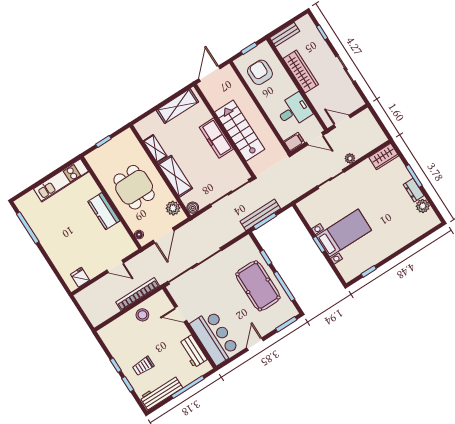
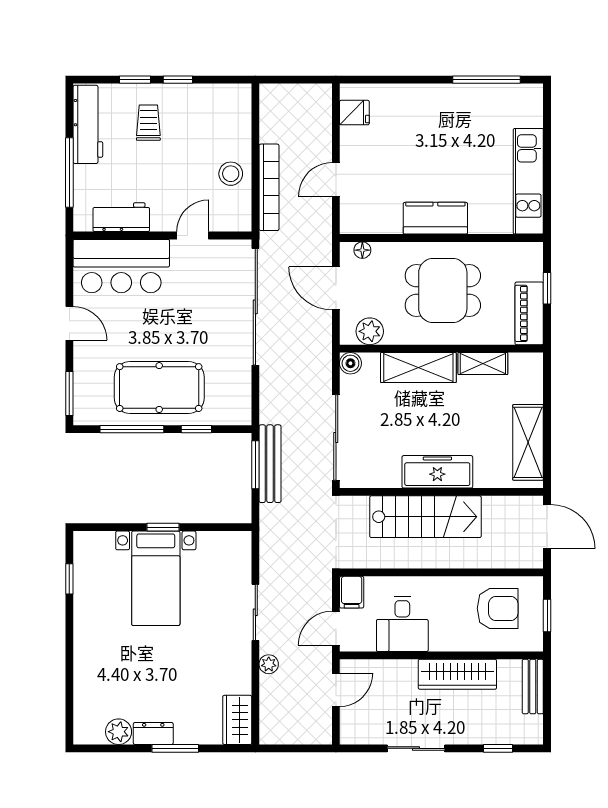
piano: (120, 142) -> (529, 313), added

